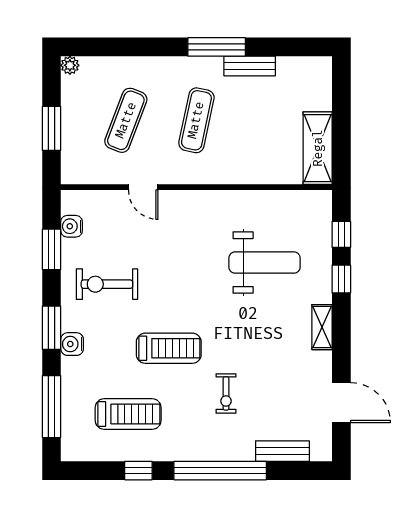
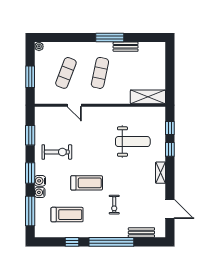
shelving: (318, 148) -> (148, 97), moved, turned 90
water cooler: (72, 226) -> (40, 192), moved
exercise bike: (107, 284) -> (57, 152), turned 180

